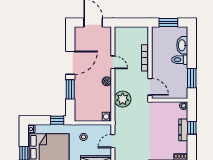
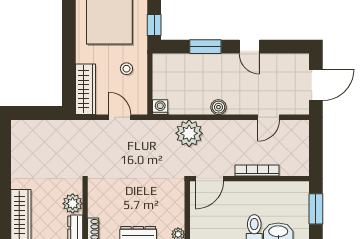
door: (113, 62) -> (269, 117), moved
door: (70, 63) -> (249, 47), width x0.53

